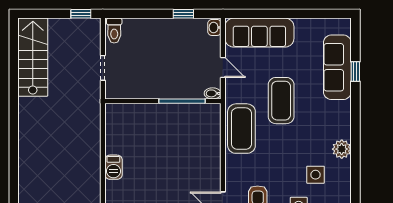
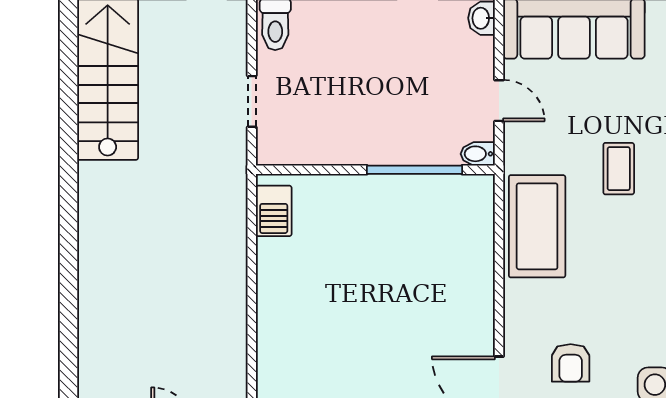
coffee table: (281, 101) -> (619, 169), width x0.54, depth x0.58
barbecue: (113, 167) -> (274, 211), moved

